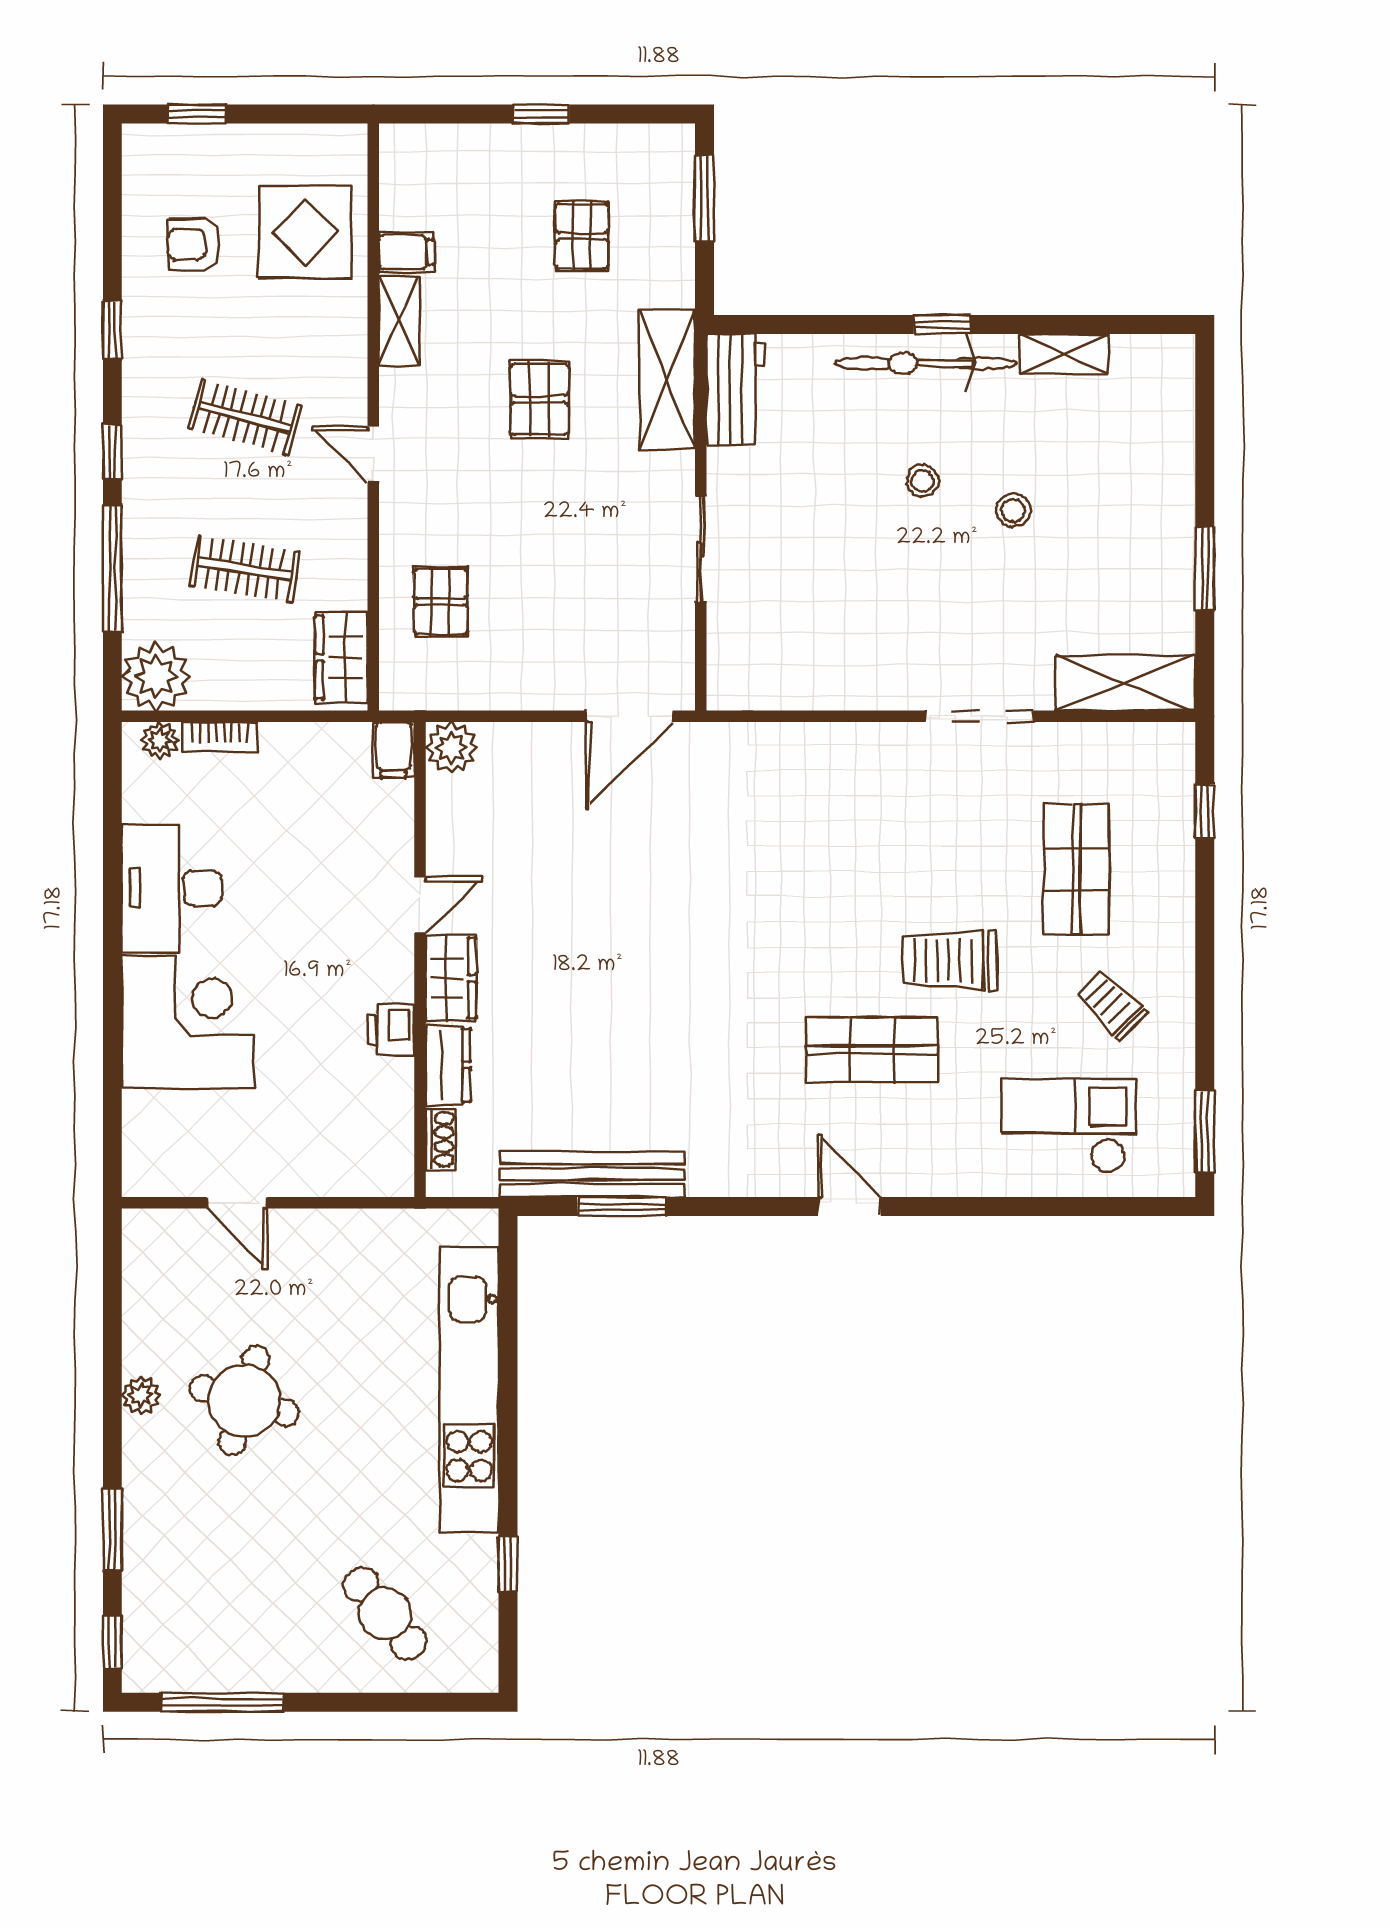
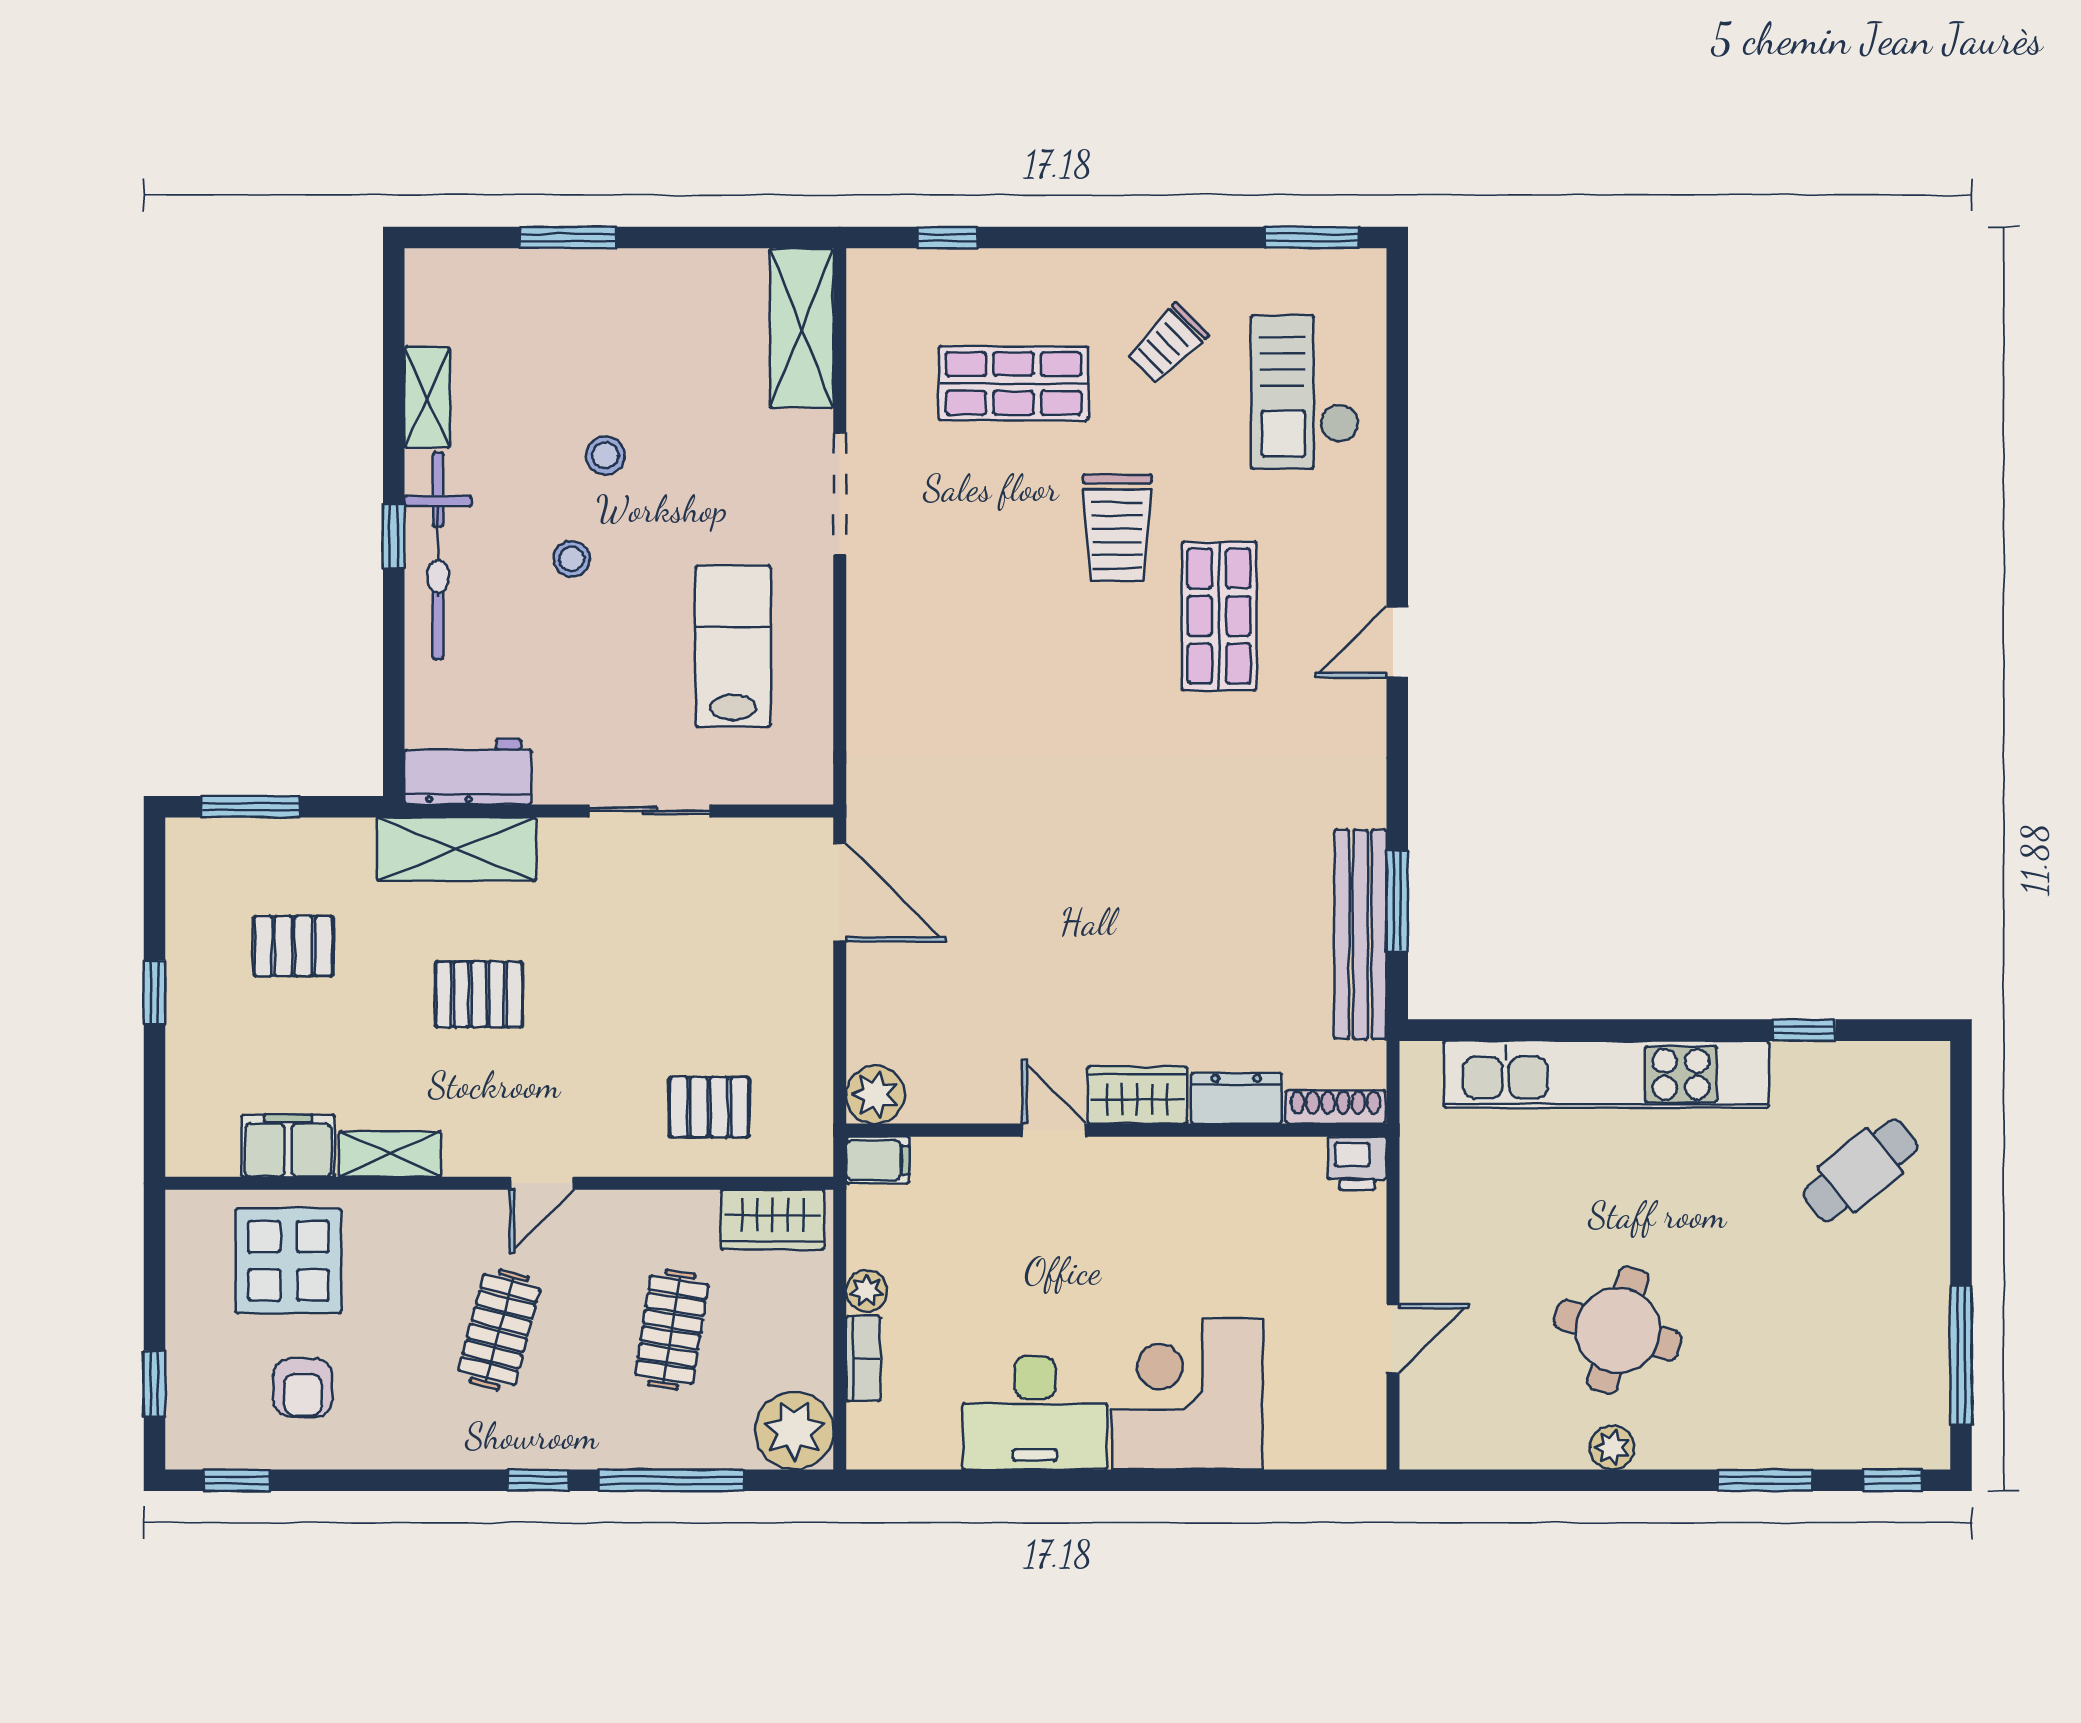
filing cabinet: (406, 252) -> (288, 1146), width x2.00
window: (112, 330) -> (237, 1480), moved
window: (1205, 568) -> (568, 237), moved
lab bench: (845, 623) -> (733, 646), added
plant: (160, 740) -> (867, 1291), moved
printer: (391, 1030) -> (1357, 1163), moved
shoe rack: (441, 1139) -> (1336, 1107), width x1.43

